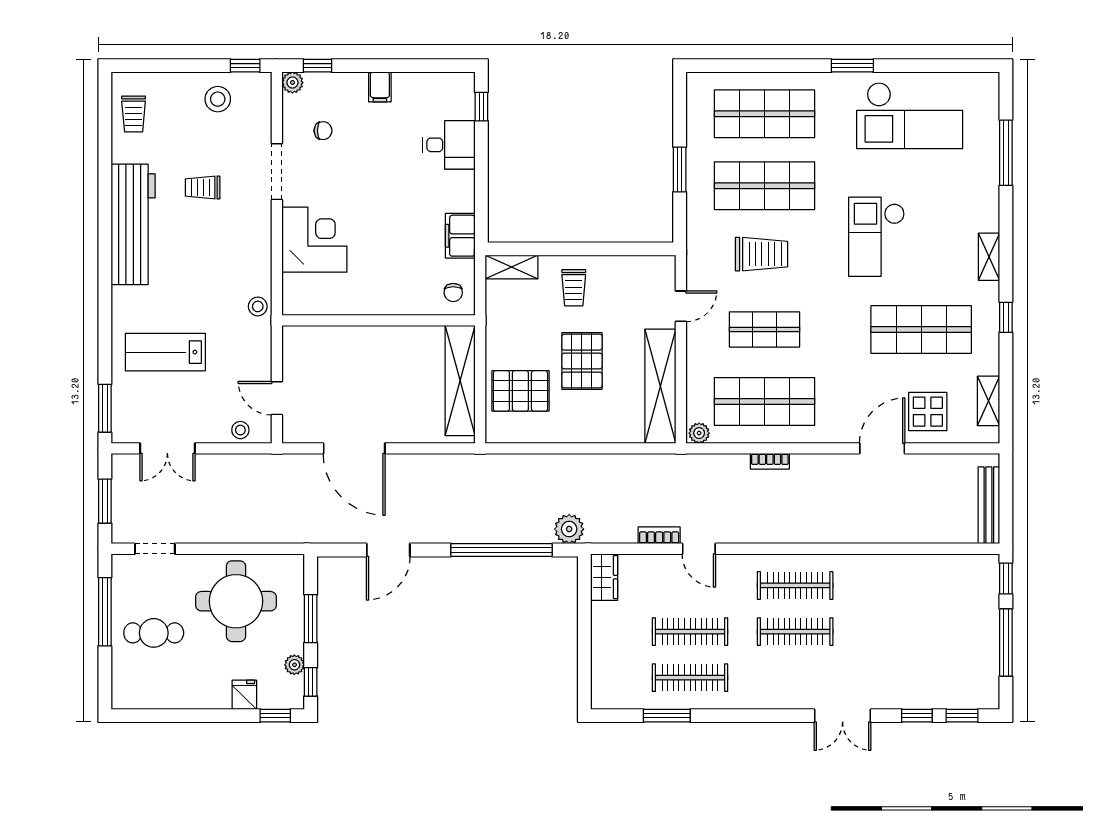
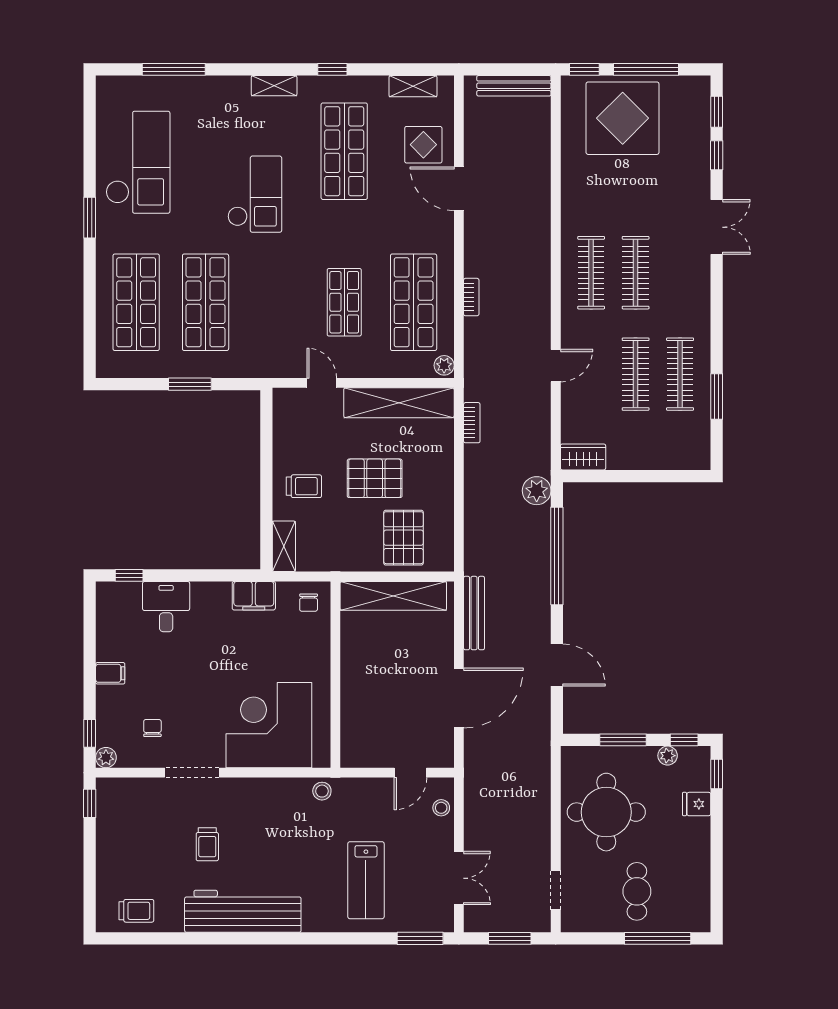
stool: (218, 99) -> (122, 830), removed
checkout: (877, 237) -> (255, 194), turned -90
corner desk: (314, 240) -> (269, 725), width x1.36, depth x1.36
trolley: (761, 254) -> (272, 305), removed
chair: (453, 292) -> (309, 603), turned 90
bench: (442, 464) -> (474, 613), added
bookcase: (659, 535) -> (472, 423), moved, turned 180
window: (105, 612) -> (658, 938), moved
display table: (955, 618) -> (623, 118), added

